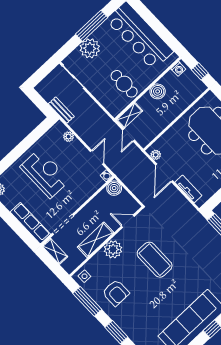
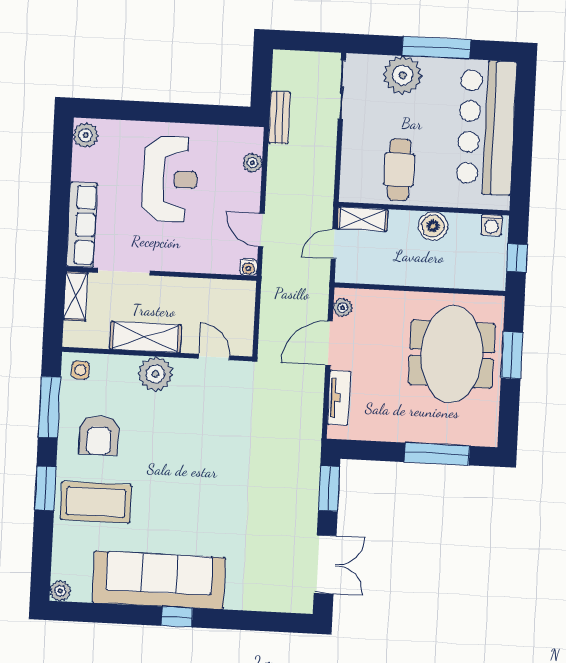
door: (97, 157) -> (261, 230), swing flipped
boiler: (114, 188) -> (242, 294), removed
coffee table: (155, 260) -> (96, 502), moved, turned 90

